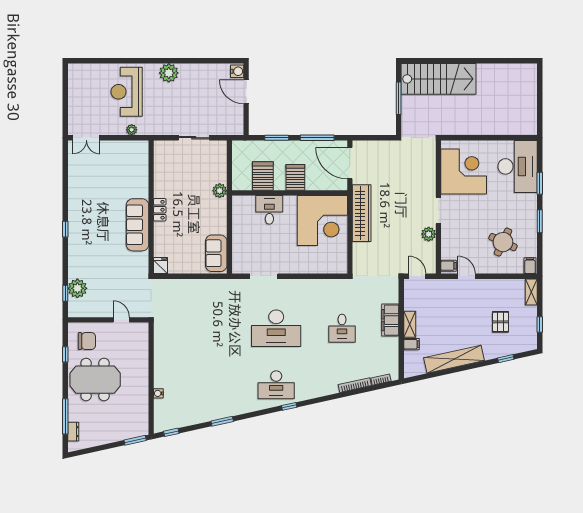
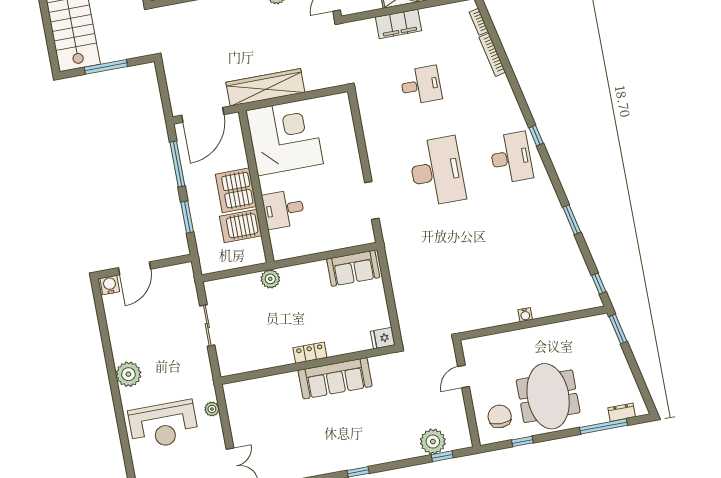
server rack: (295, 177) -> (236, 190), width x1.60
water cooler: (158, 393) -> (525, 315), moved

